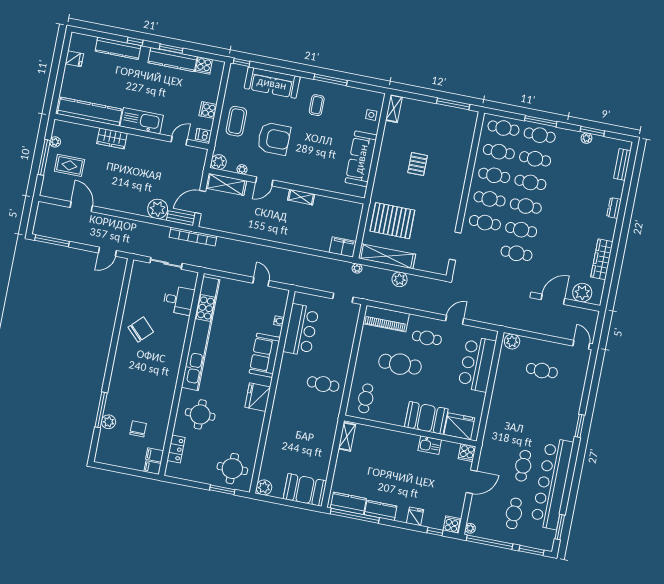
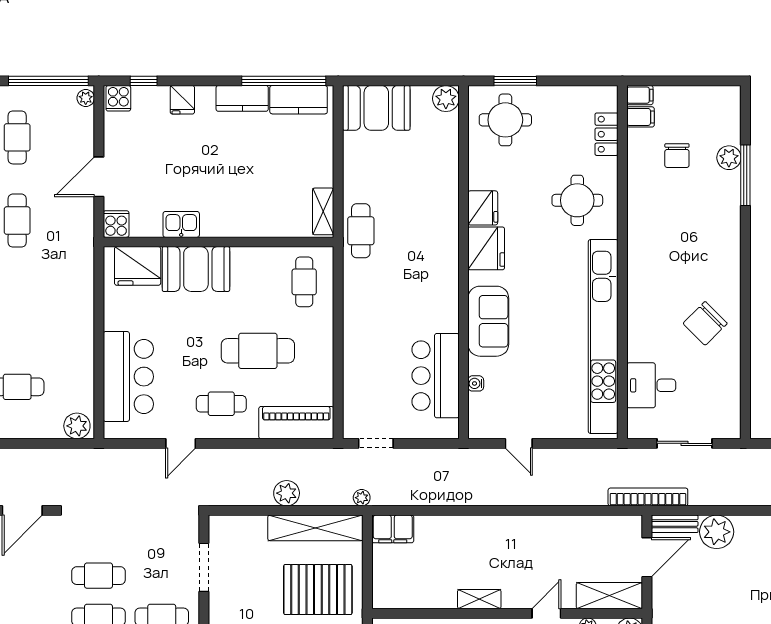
cafe table: (323, 384) -> (361, 231), moved, turned 90
fridge: (255, 421) -> (483, 208), added

